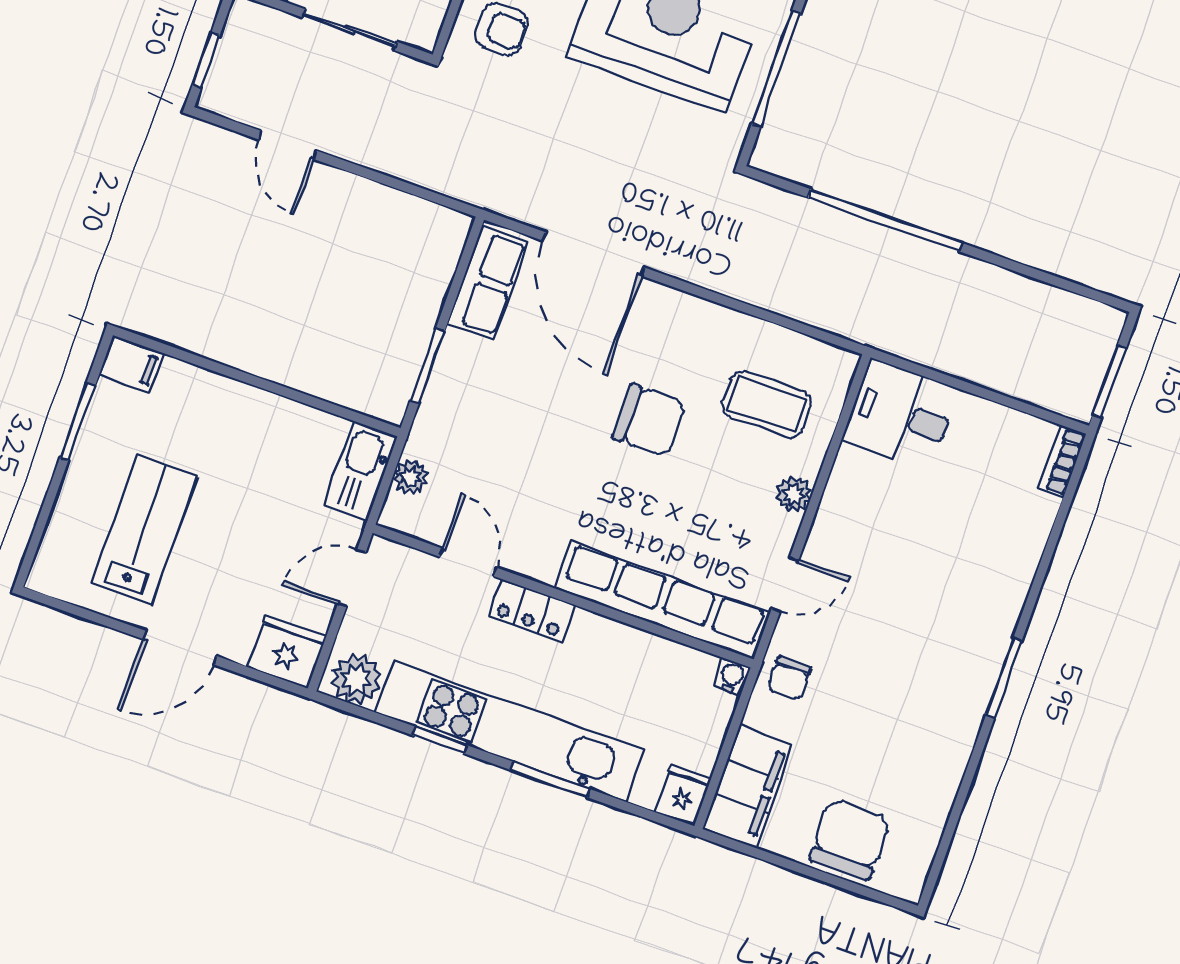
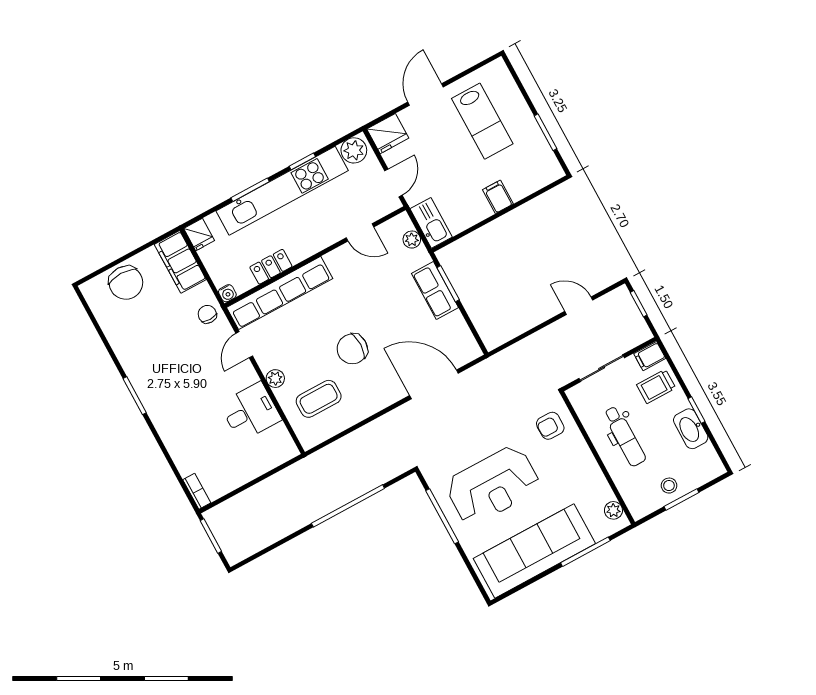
row of seats: (488, 282) -> (435, 290), moved
filing cabinet: (131, 364) -> (498, 197), moved, turned 90
desk: (901, 415) -> (250, 412), moved
locker: (531, 611) -> (271, 267), moved

